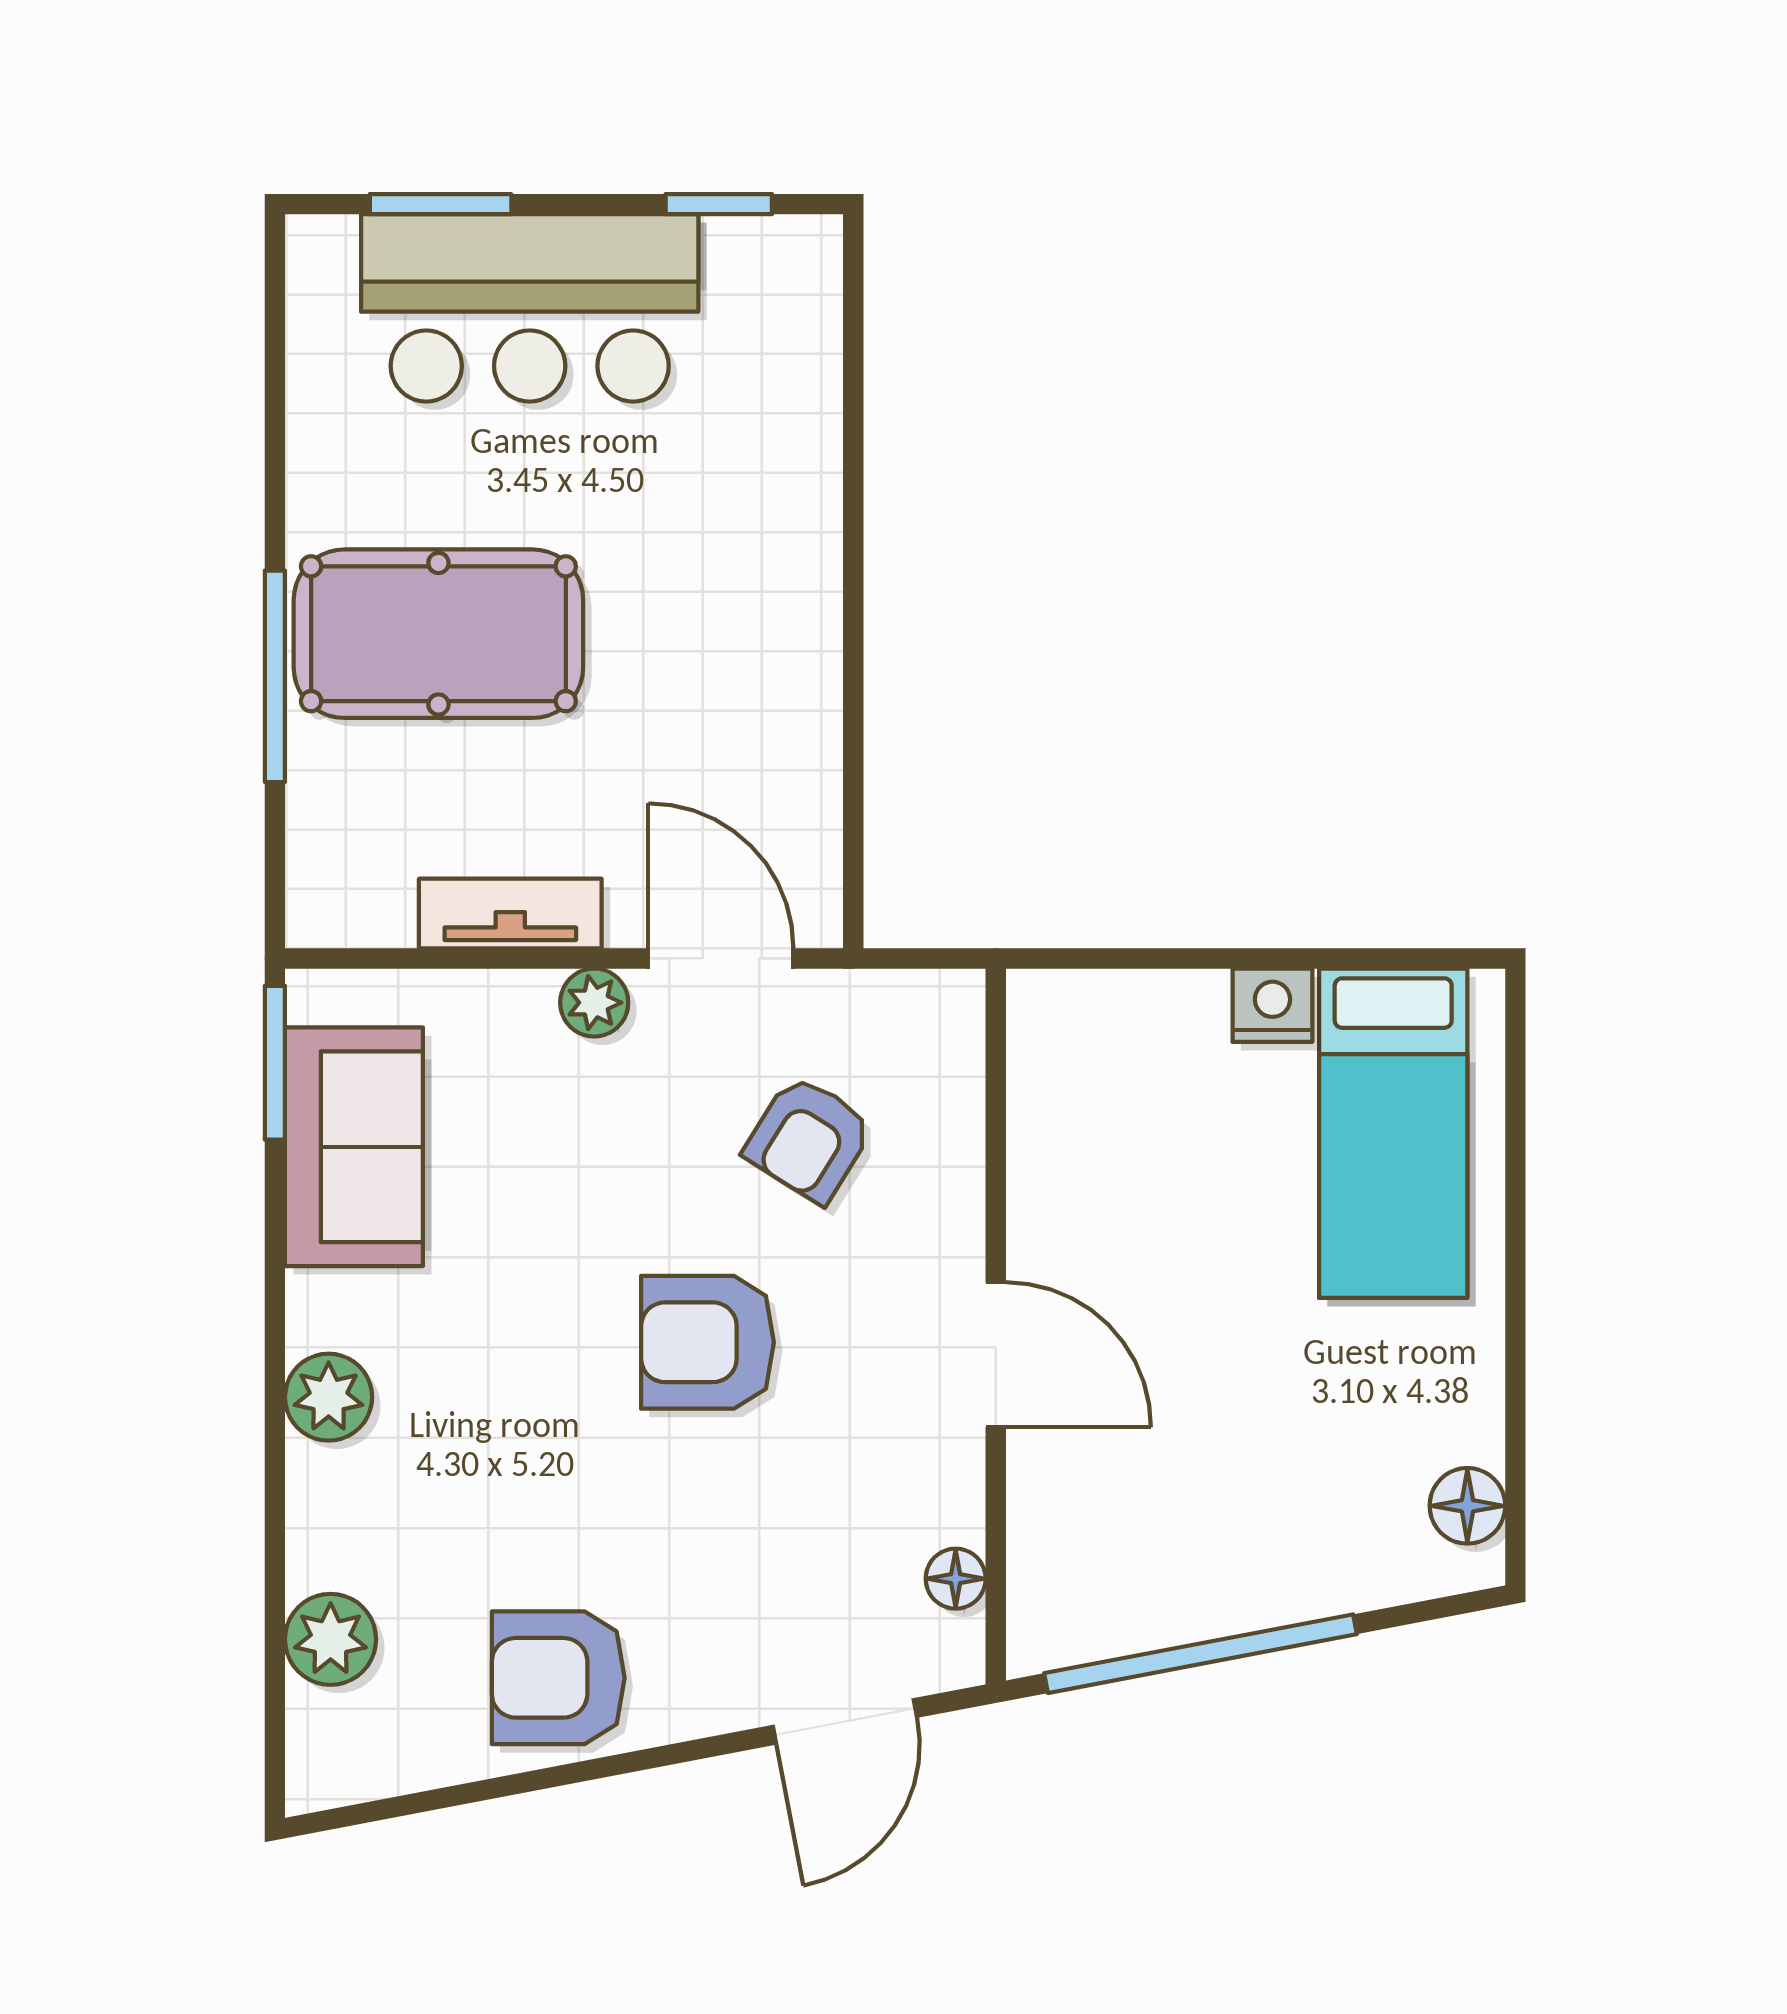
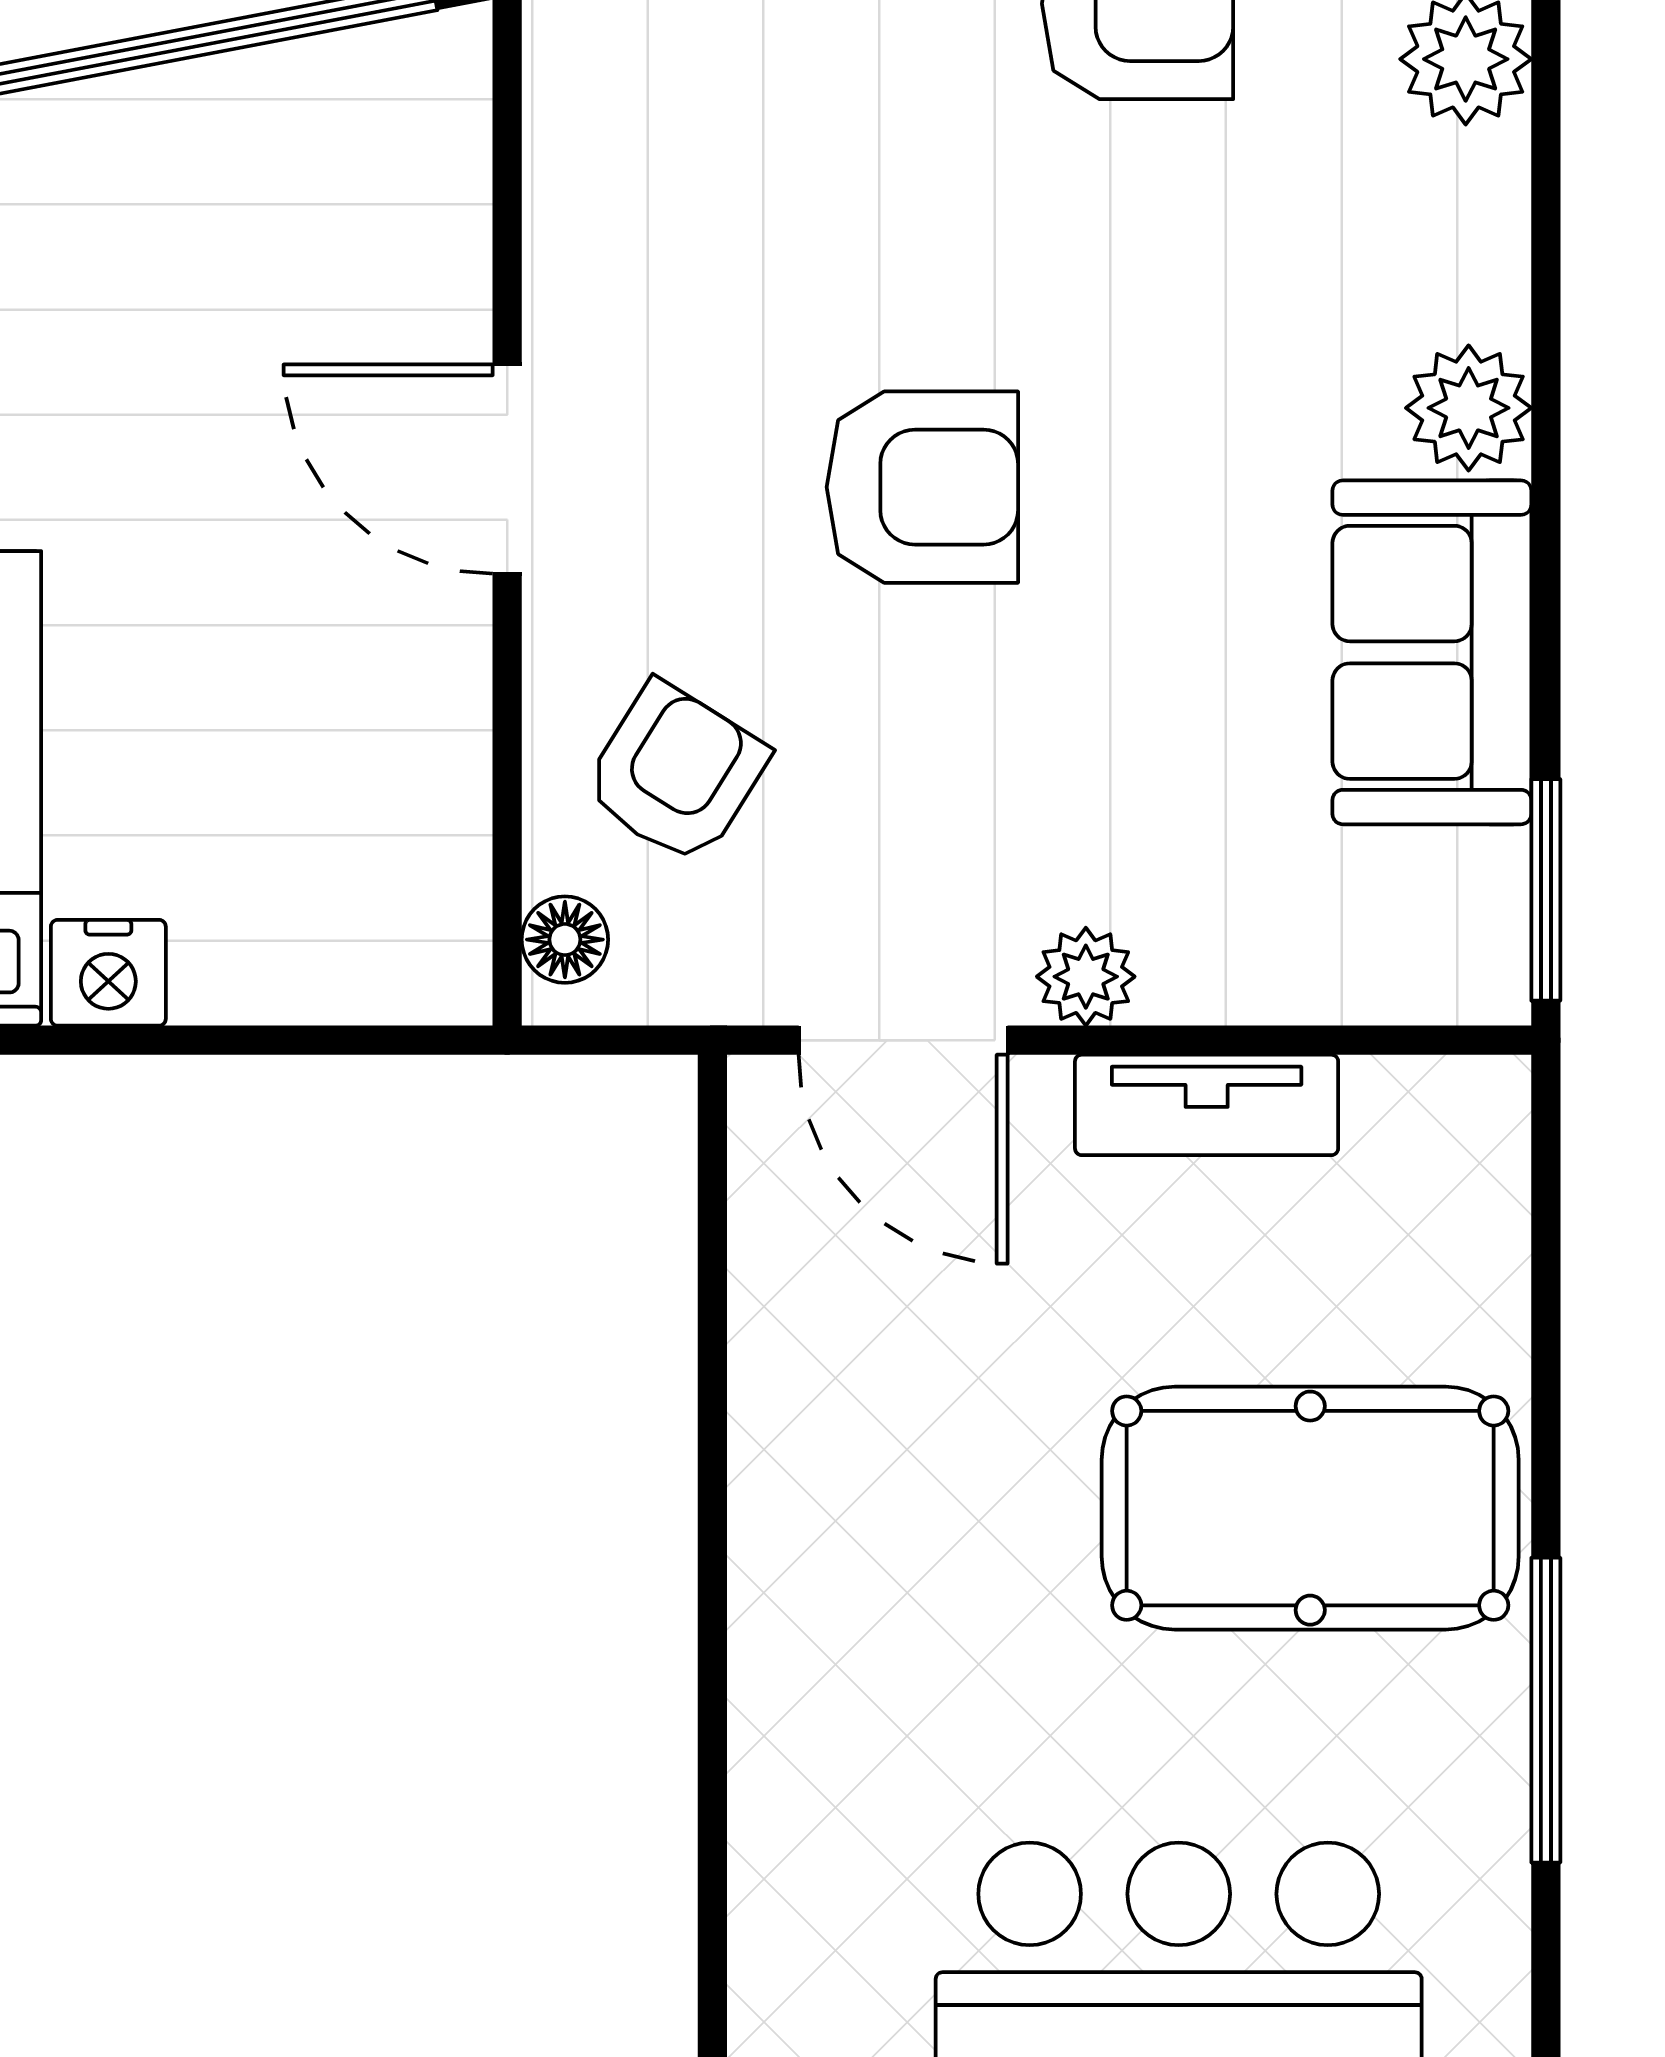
window: (275, 676) -> (1546, 1710), moved
armchair: (809, 1139) -> (676, 773), moved
sofa: (354, 1147) -> (1432, 652), moved
floor lamp: (956, 1579) -> (565, 940), moved

